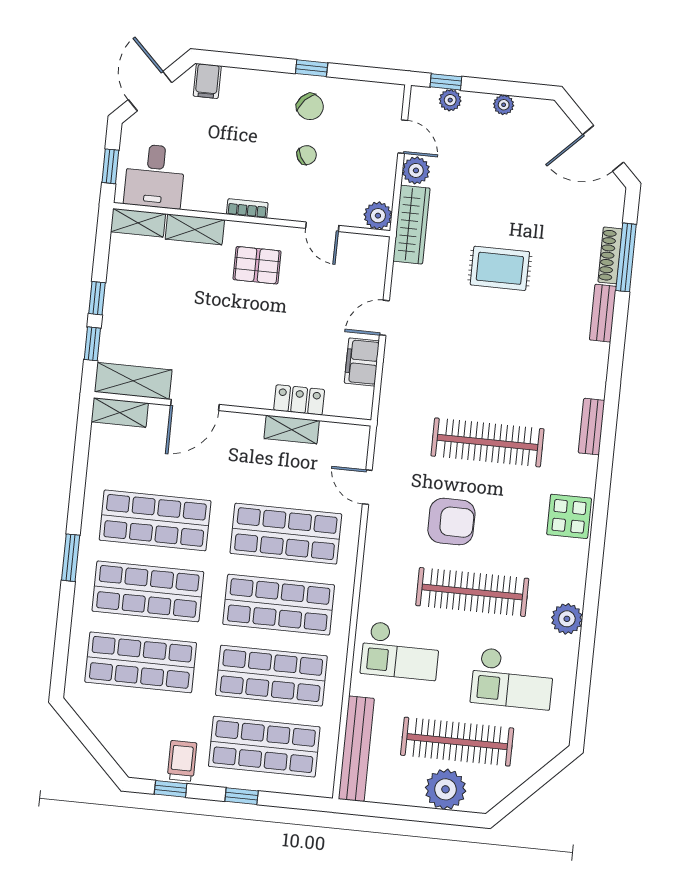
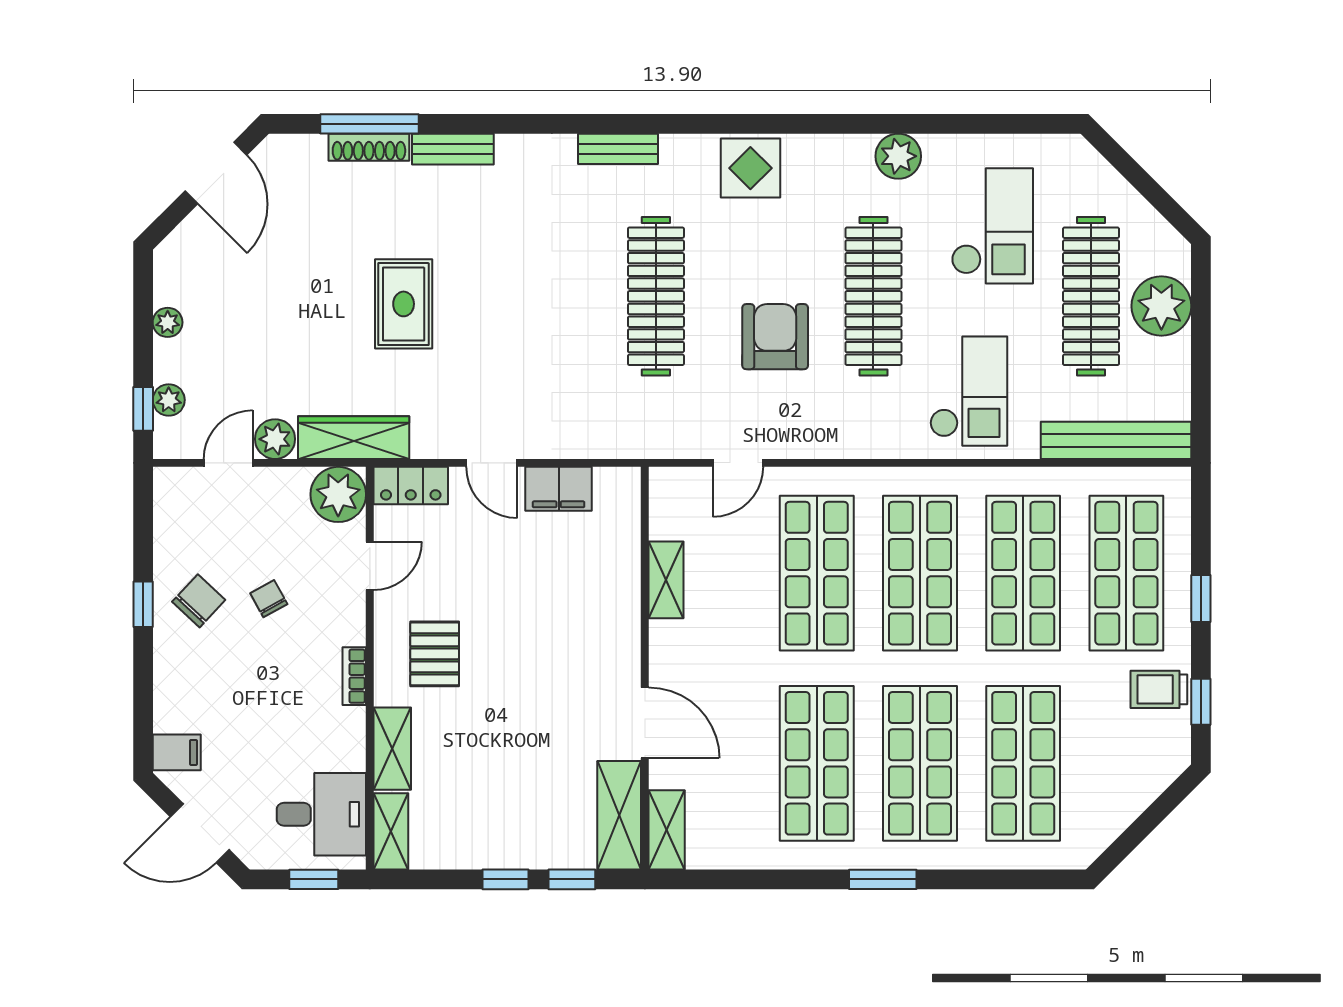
plant: (378, 216) -> (338, 494), width x1.36, depth x1.36
locker: (299, 400) -> (411, 486), moved, turned -90

